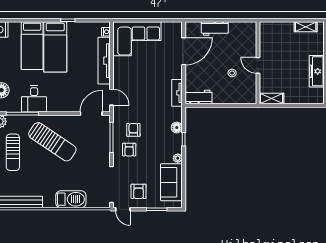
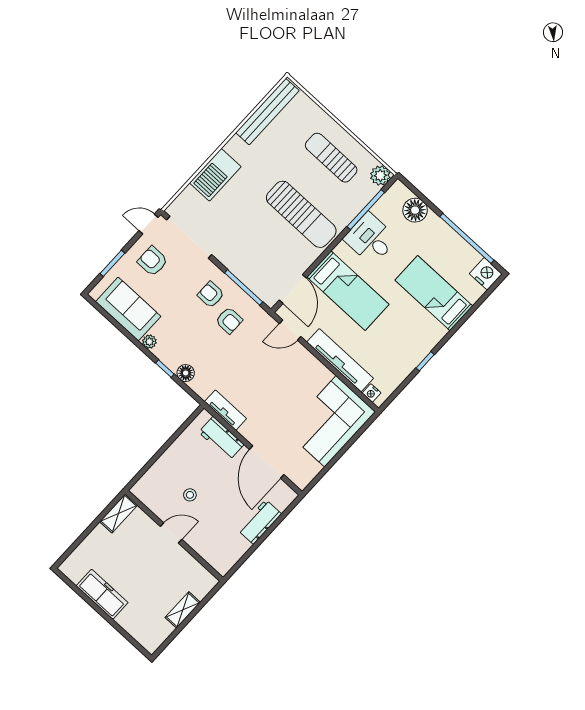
shelving: (306, 27) -> (183, 610), moved
bed: (55, 47) -> (348, 291), moved, turned 180
workbench: (198, 97) -> (221, 438), moved, turned 90
sun lounger: (52, 142) -> (301, 214), turned -124

